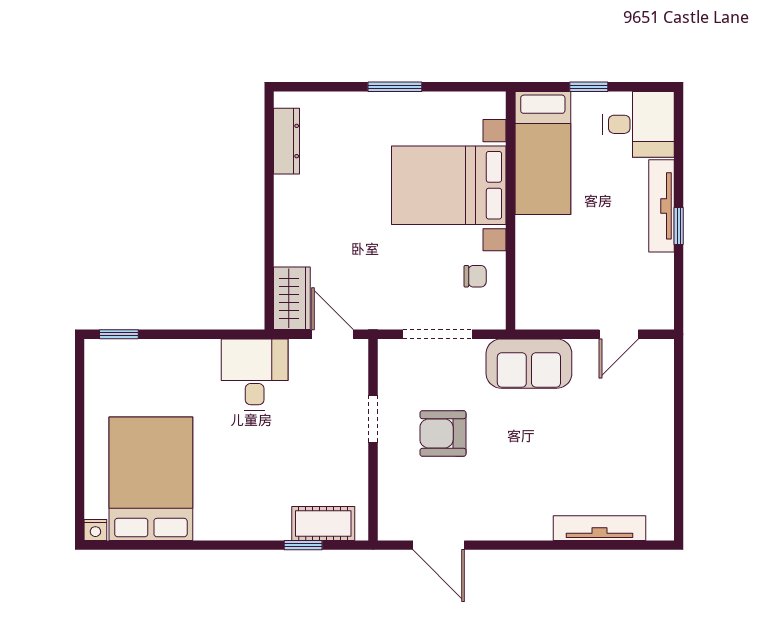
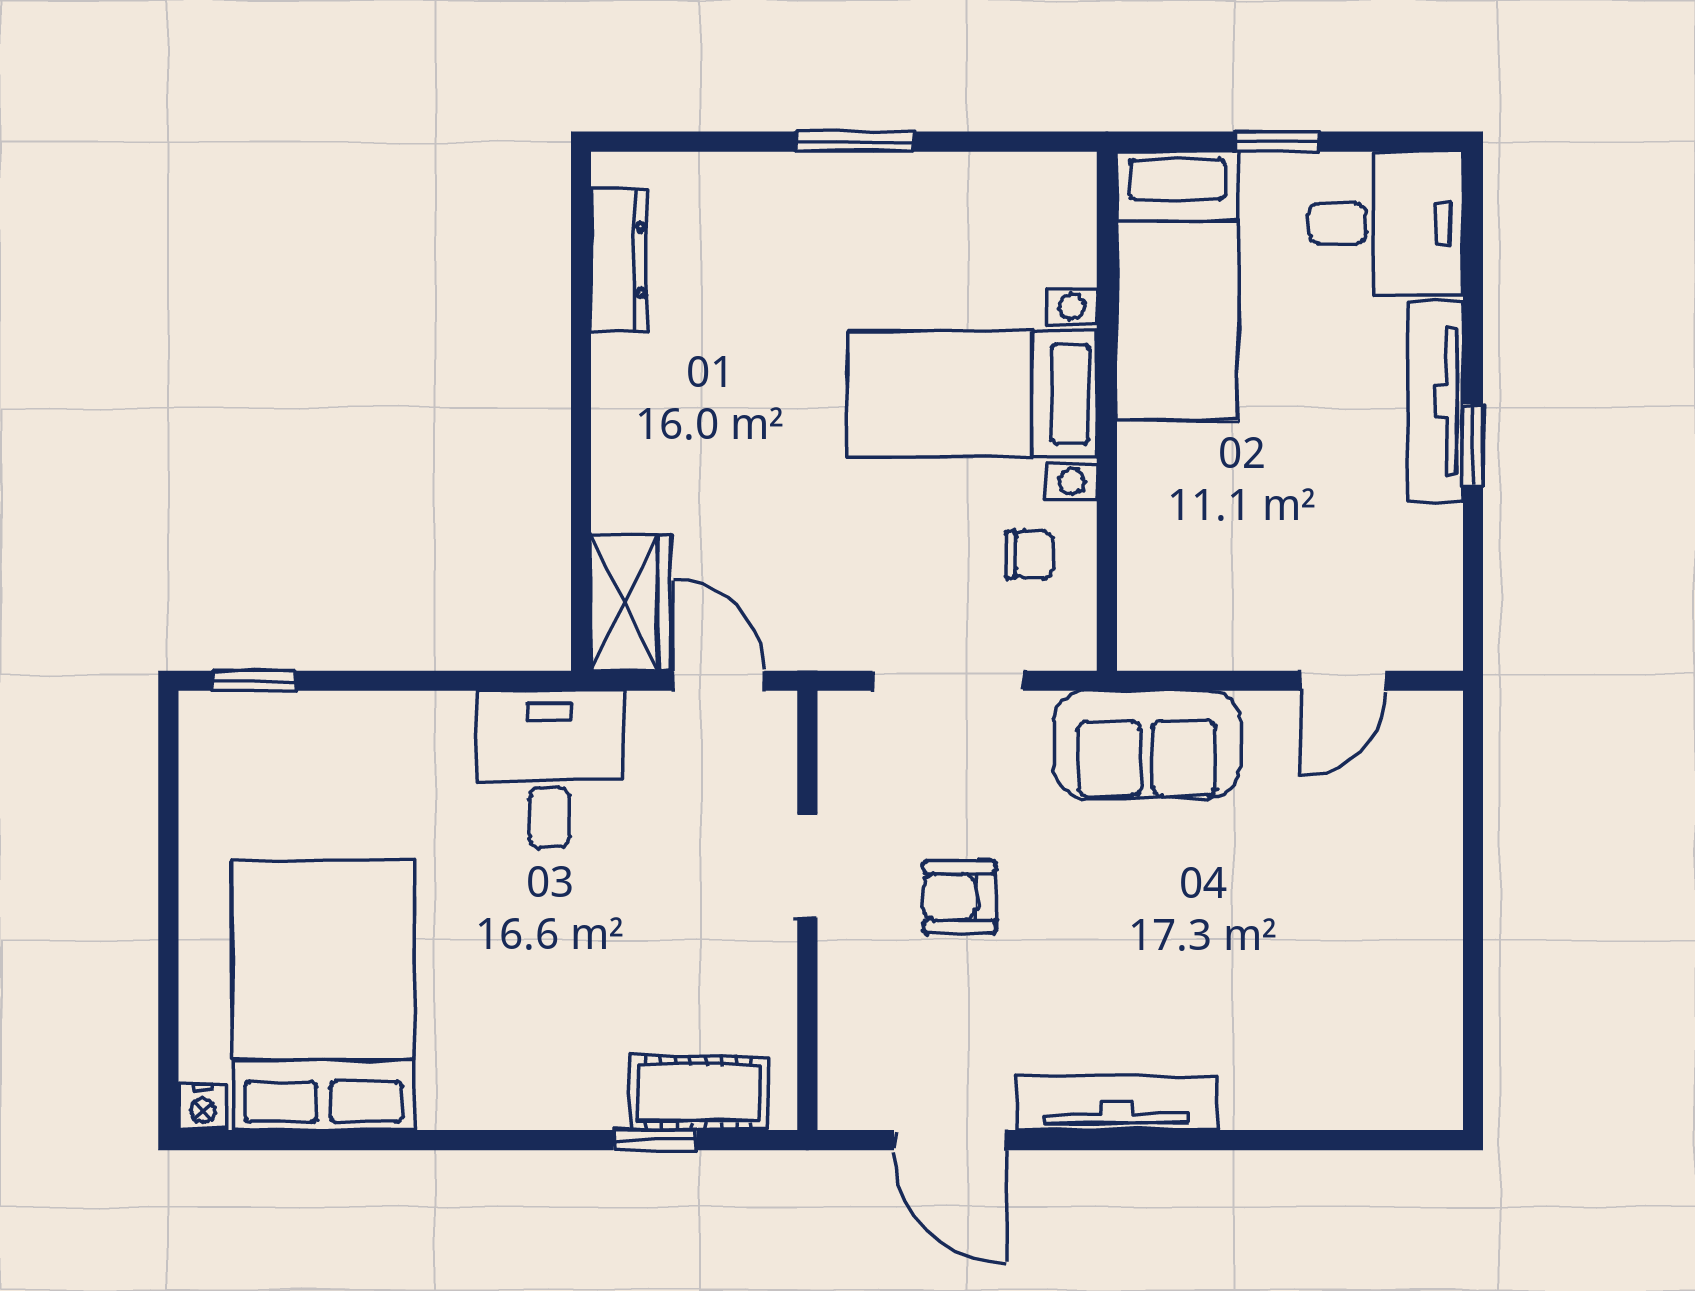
bed with nightstands: (449, 185) -> (972, 394), width x0.73
armchair: (443, 433) -> (960, 897), width x0.72, depth x0.72
tv unit: (599, 528) -> (1116, 1103), moved

